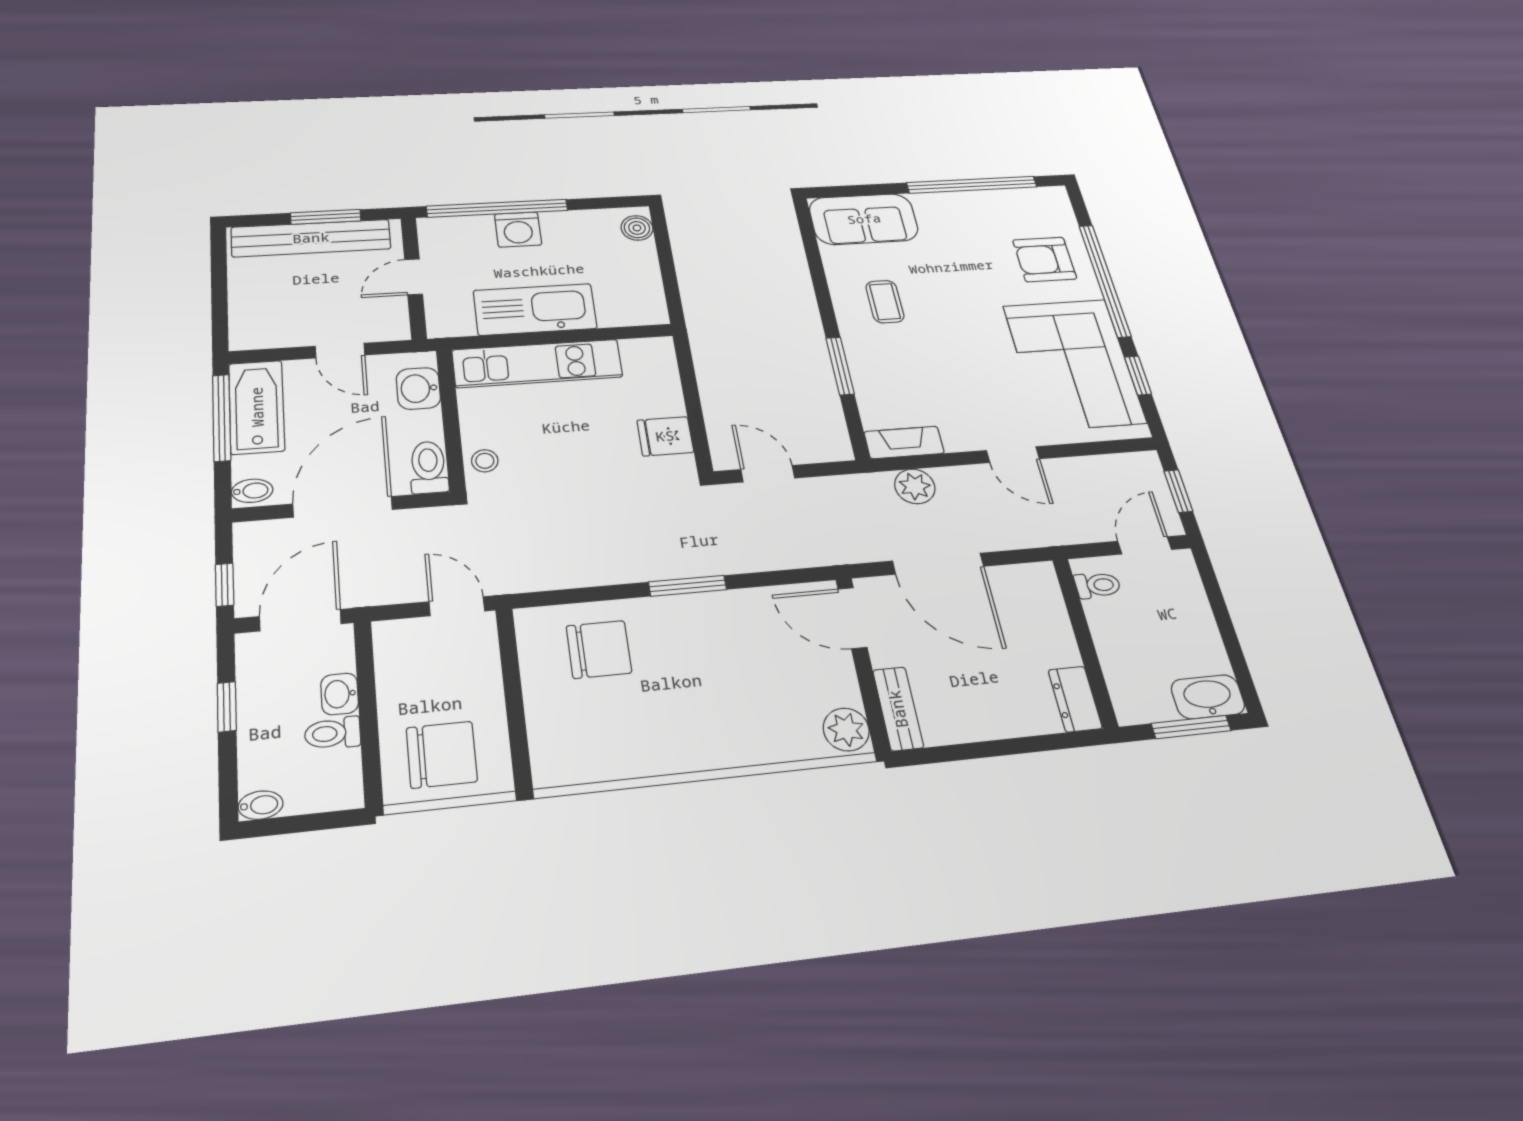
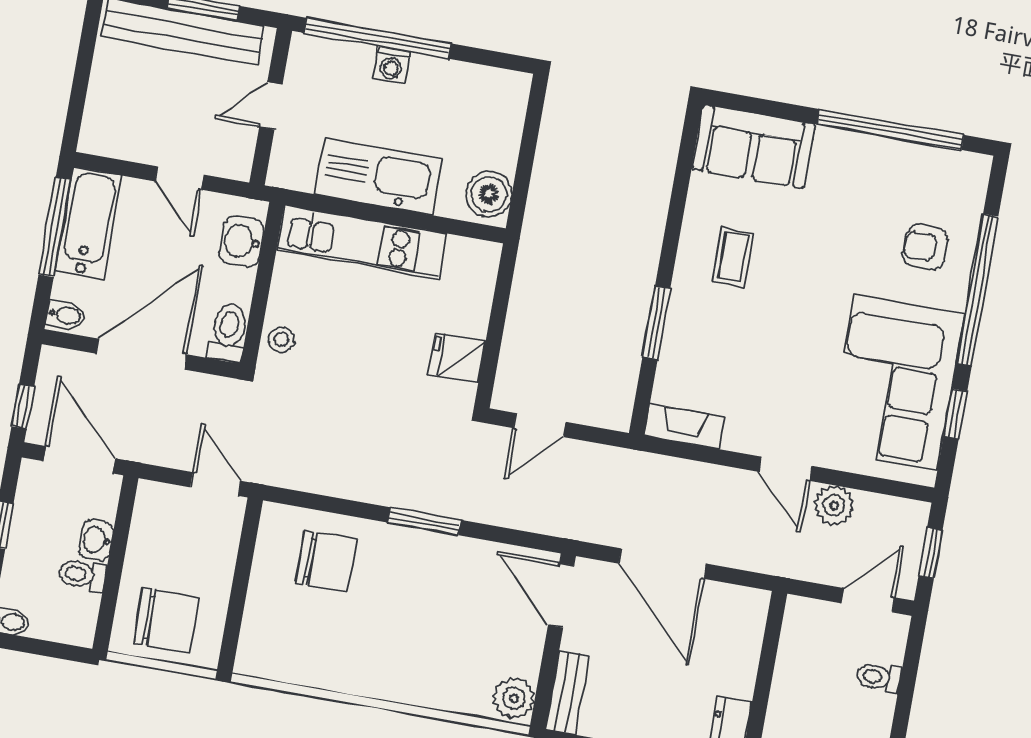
boiler: (637, 228) -> (489, 194), moved, width x1.36, depth x1.36
washing machine: (518, 229) -> (391, 65), width x0.73, depth x0.73
armchair: (1045, 259) -> (925, 247), width x0.72, depth x0.72
door: (768, 474) -> (540, 425), swing flipped
plant: (915, 486) -> (834, 505), moved
toilet: (1098, 585) -> (879, 677), moved, turned 180
door: (300, 620) -> (79, 460), hinge flipped

